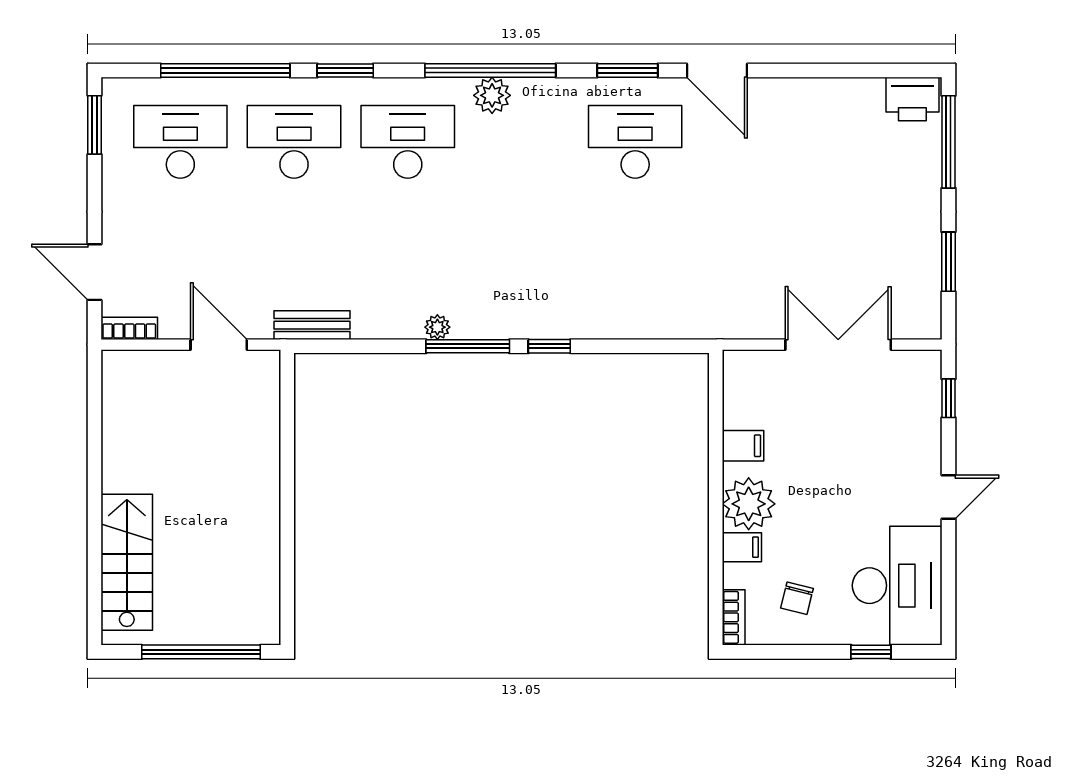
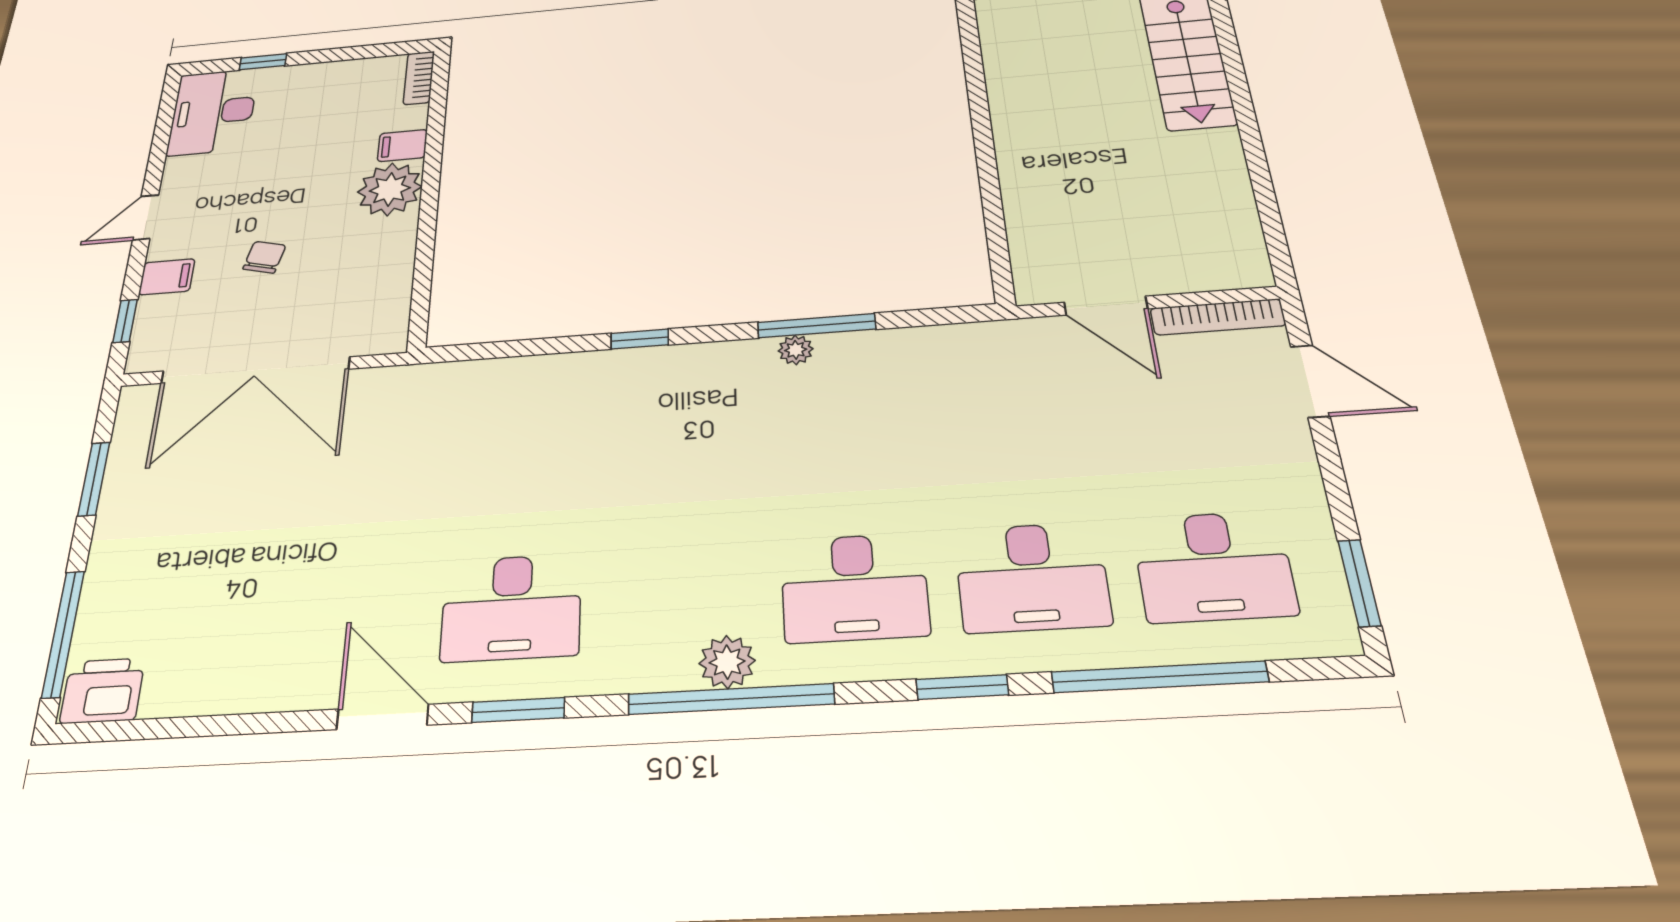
bench: (312, 325) -> (974, 339), removed
bookcase: (129, 328) -> (1218, 317), width x1.56
double door: (838, 345) -> (255, 370), width x1.36
window: (468, 346) -> (817, 326), moved
filing cabinet: (743, 446) -> (167, 277), moved, turned 180
desk: (897, 586) -> (213, 112), width x0.73, depth x0.77
chair: (797, 598) -> (264, 257), moved

